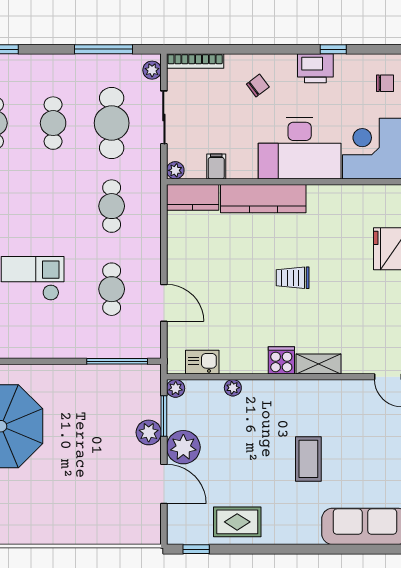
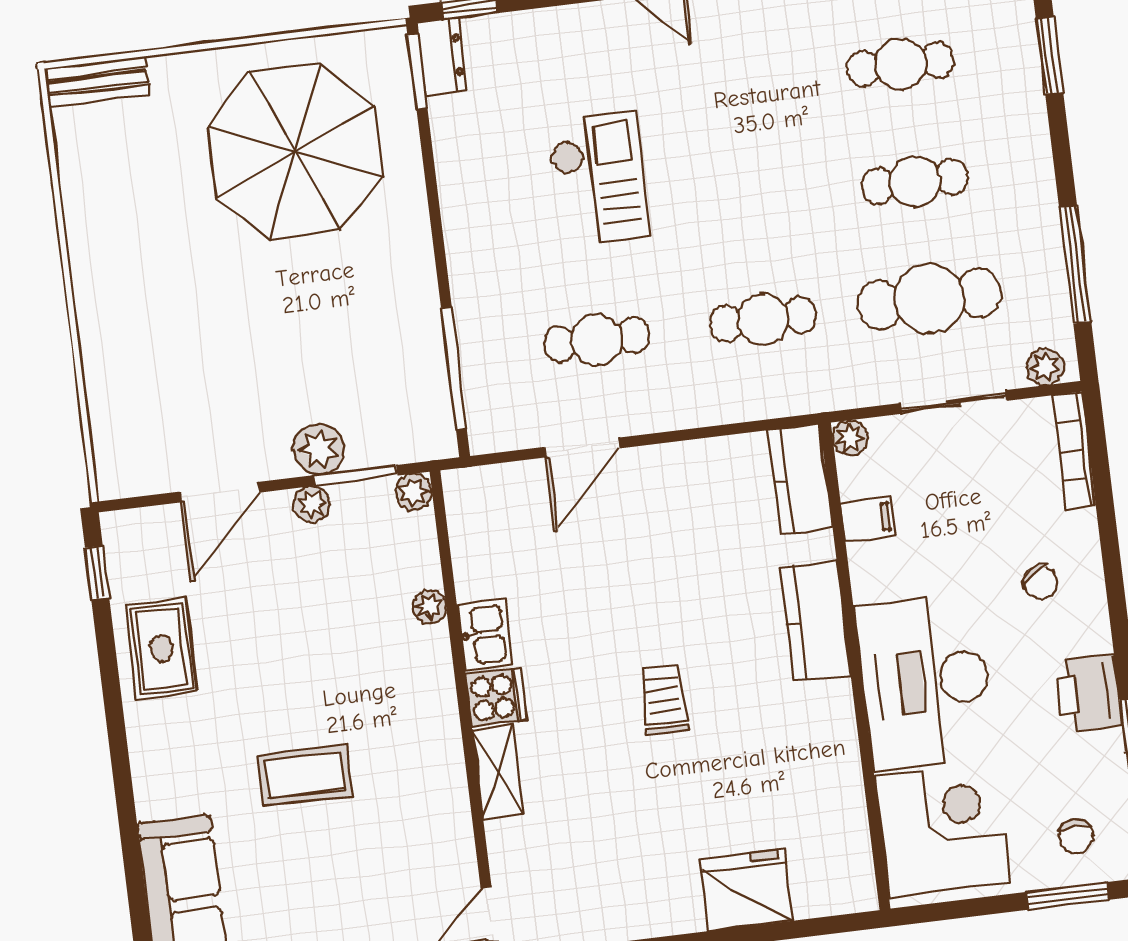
kitchen counter: (263, 199) -> (815, 621), width x0.67
kitchen sink: (202, 362) -> (485, 635), moved
plant: (183, 447) -> (312, 504), width x0.53, depth x0.53

